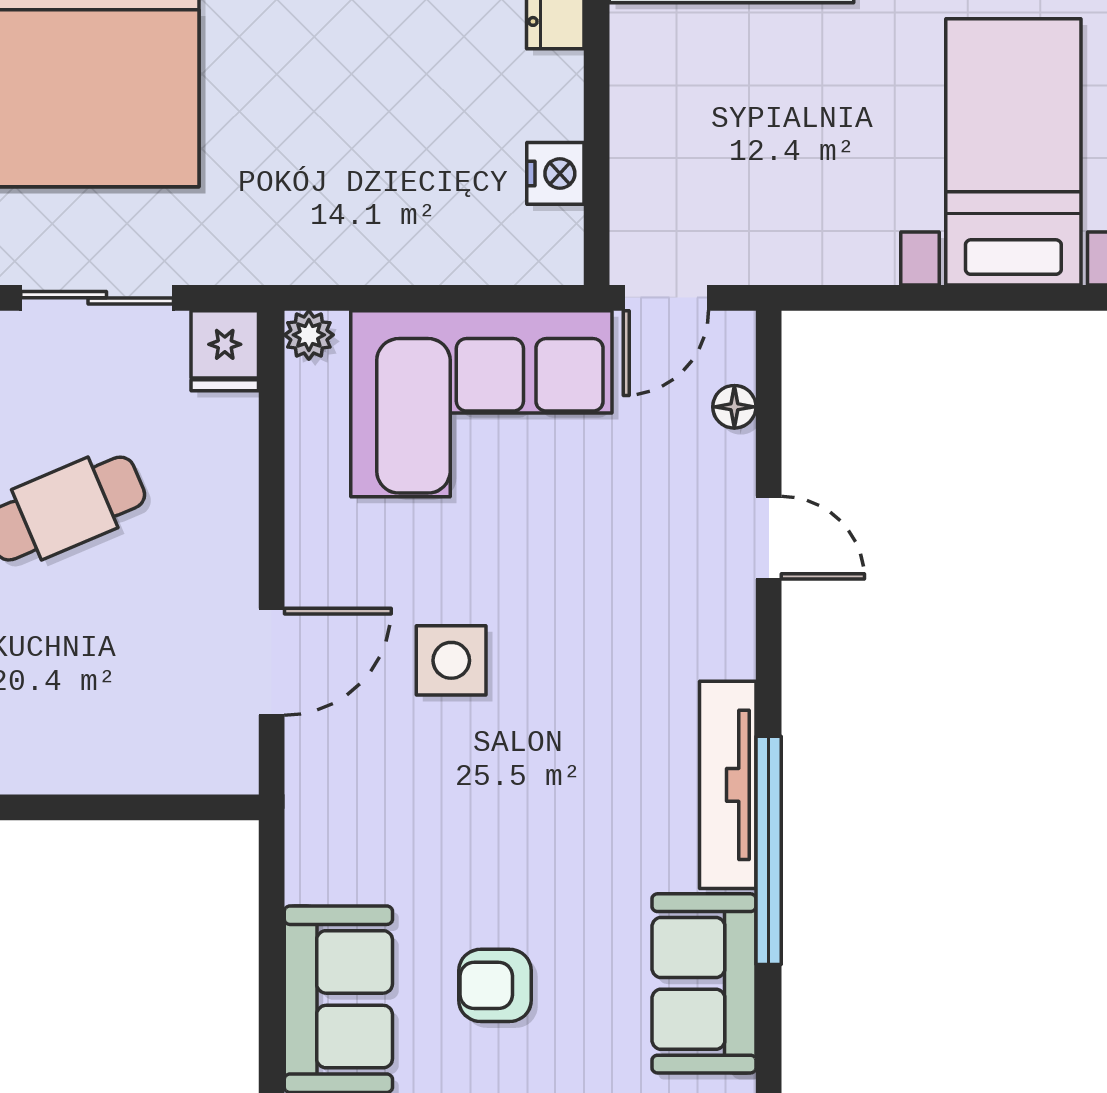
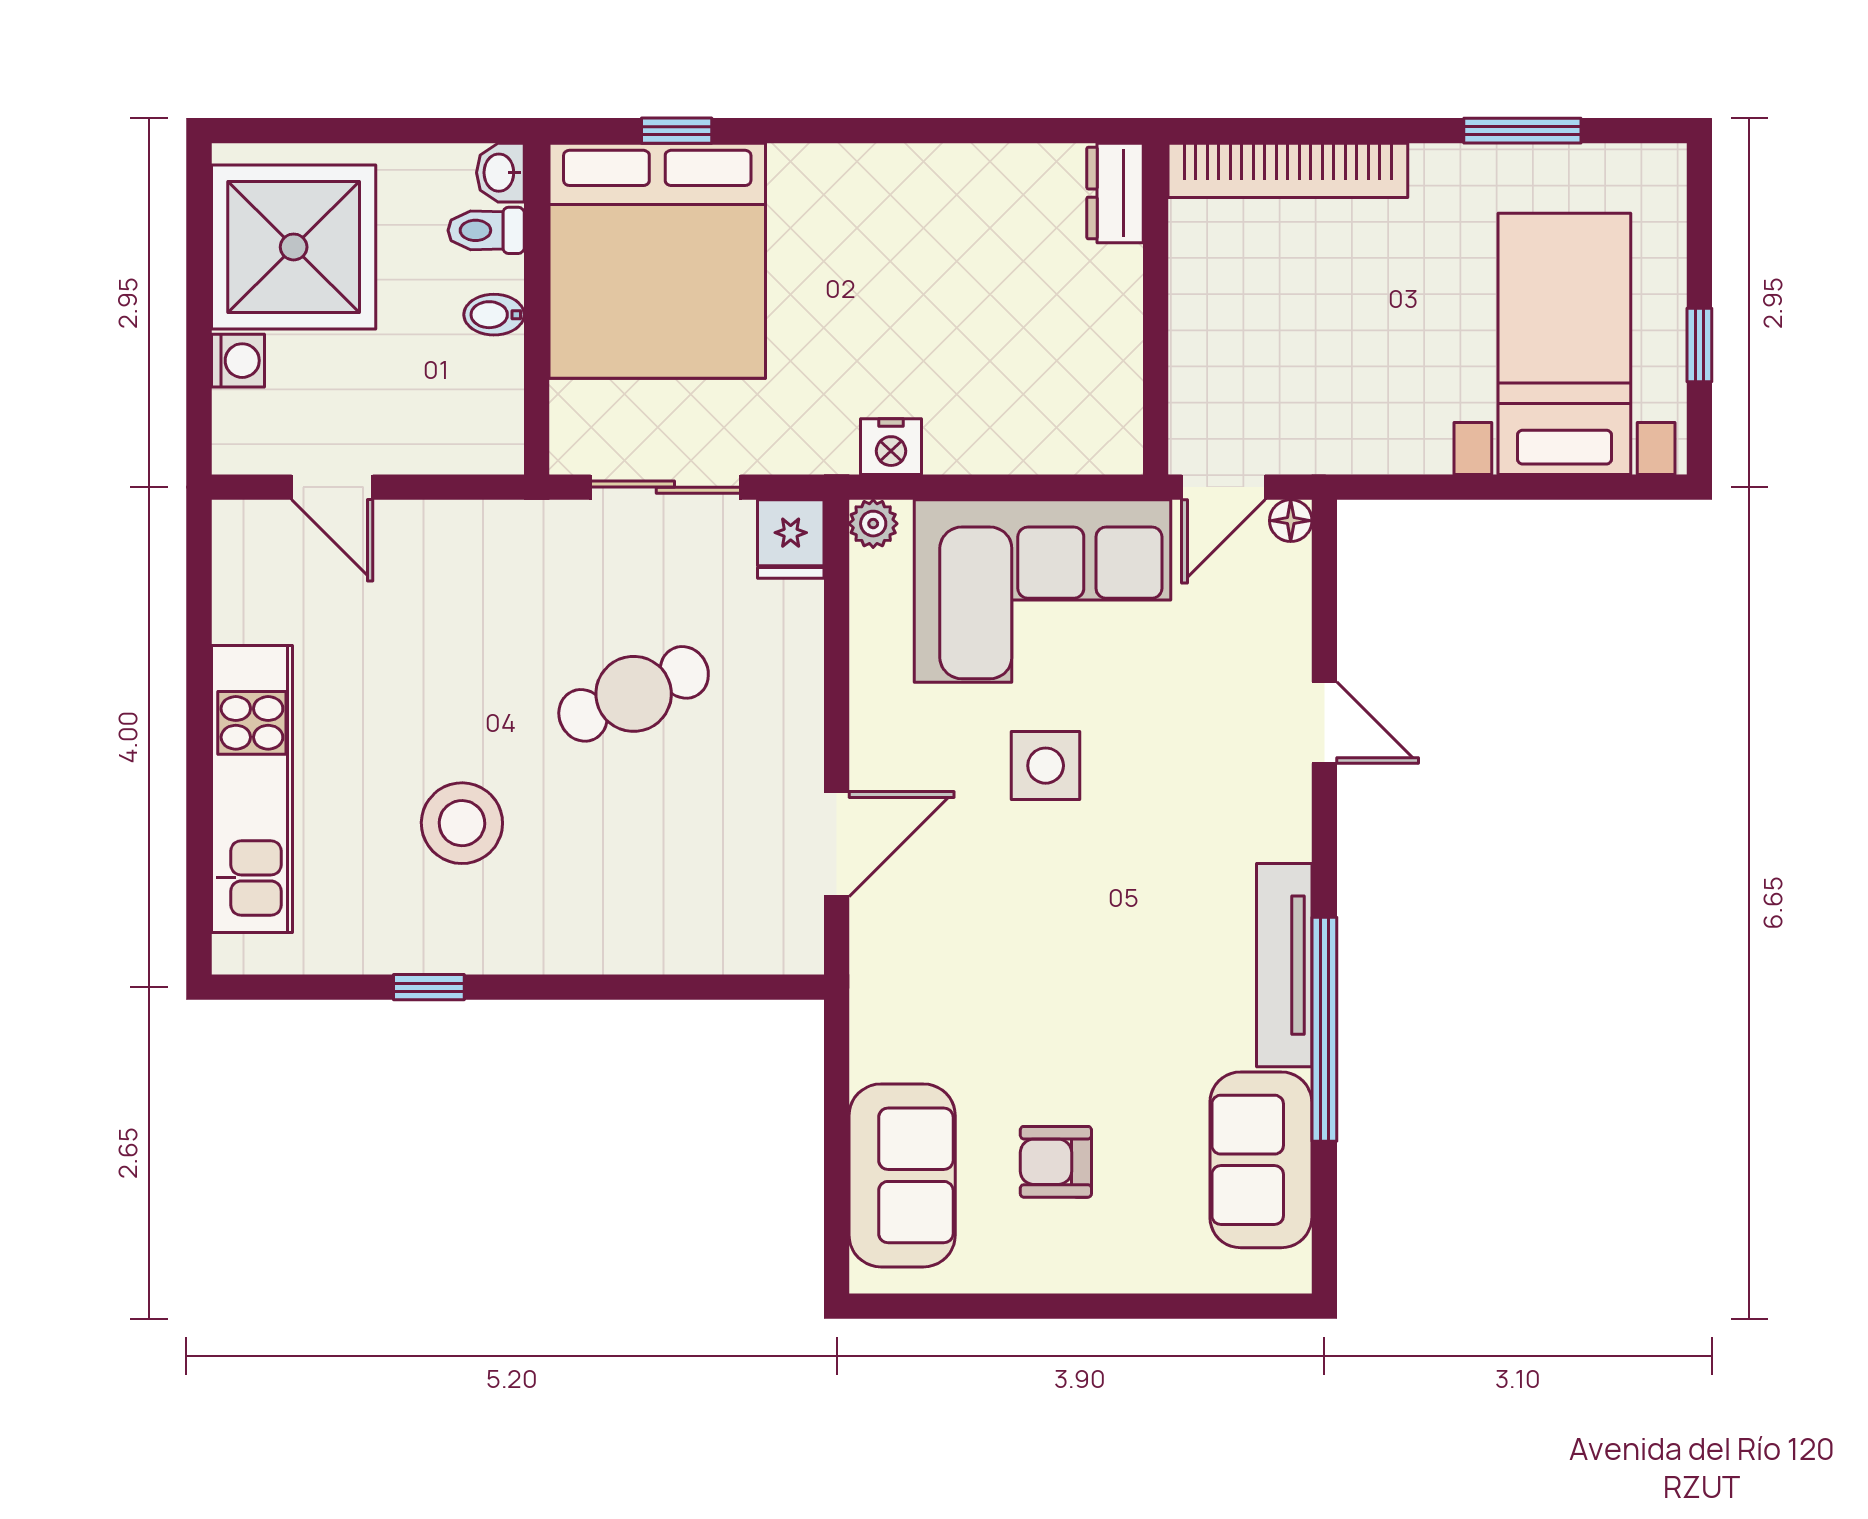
nightstand: (555, 173) -> (891, 447), moved, turned 90
floor lamp: (734, 407) -> (1291, 521), moved
side table: (451, 660) -> (1046, 766), moved

